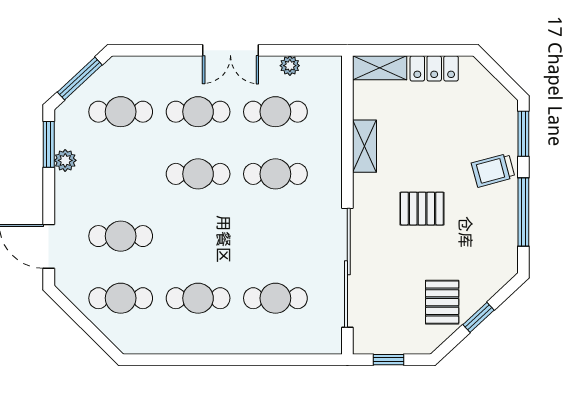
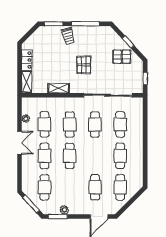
cafe table: (275, 236) -> (95, 124), added

